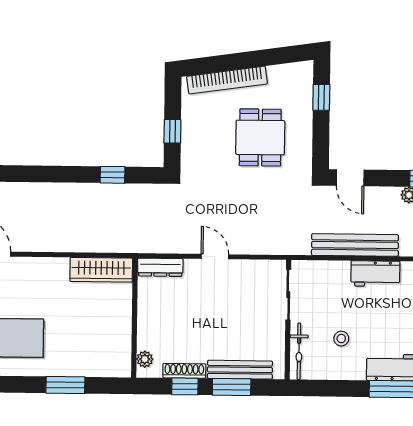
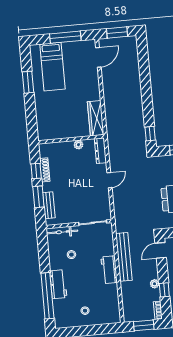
window: (112, 175) -> (150, 134), moved
plant: (145, 359) -> (78, 145), moved
bench: (240, 370) -> (49, 205), width x0.73
window: (65, 385) -> (28, 82), moved

